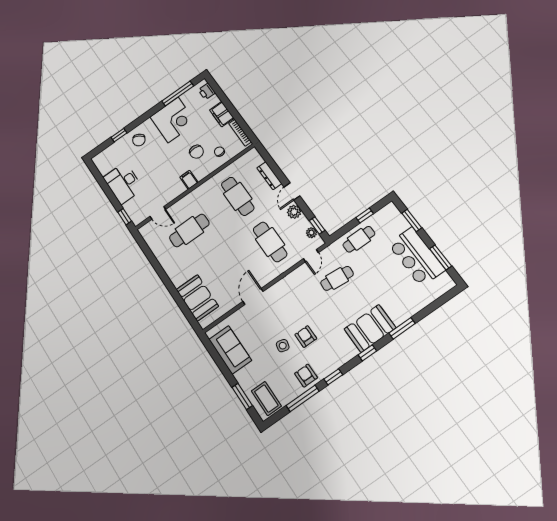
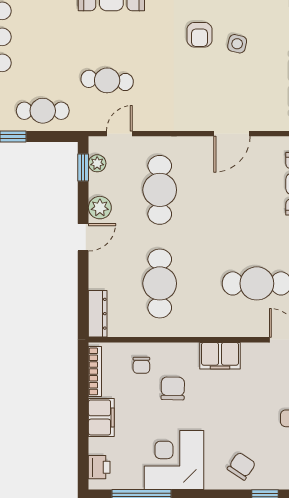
dresser: (269, 176) -> (98, 314), moved
filing cabinet: (189, 180) -> (220, 356), width x2.00

